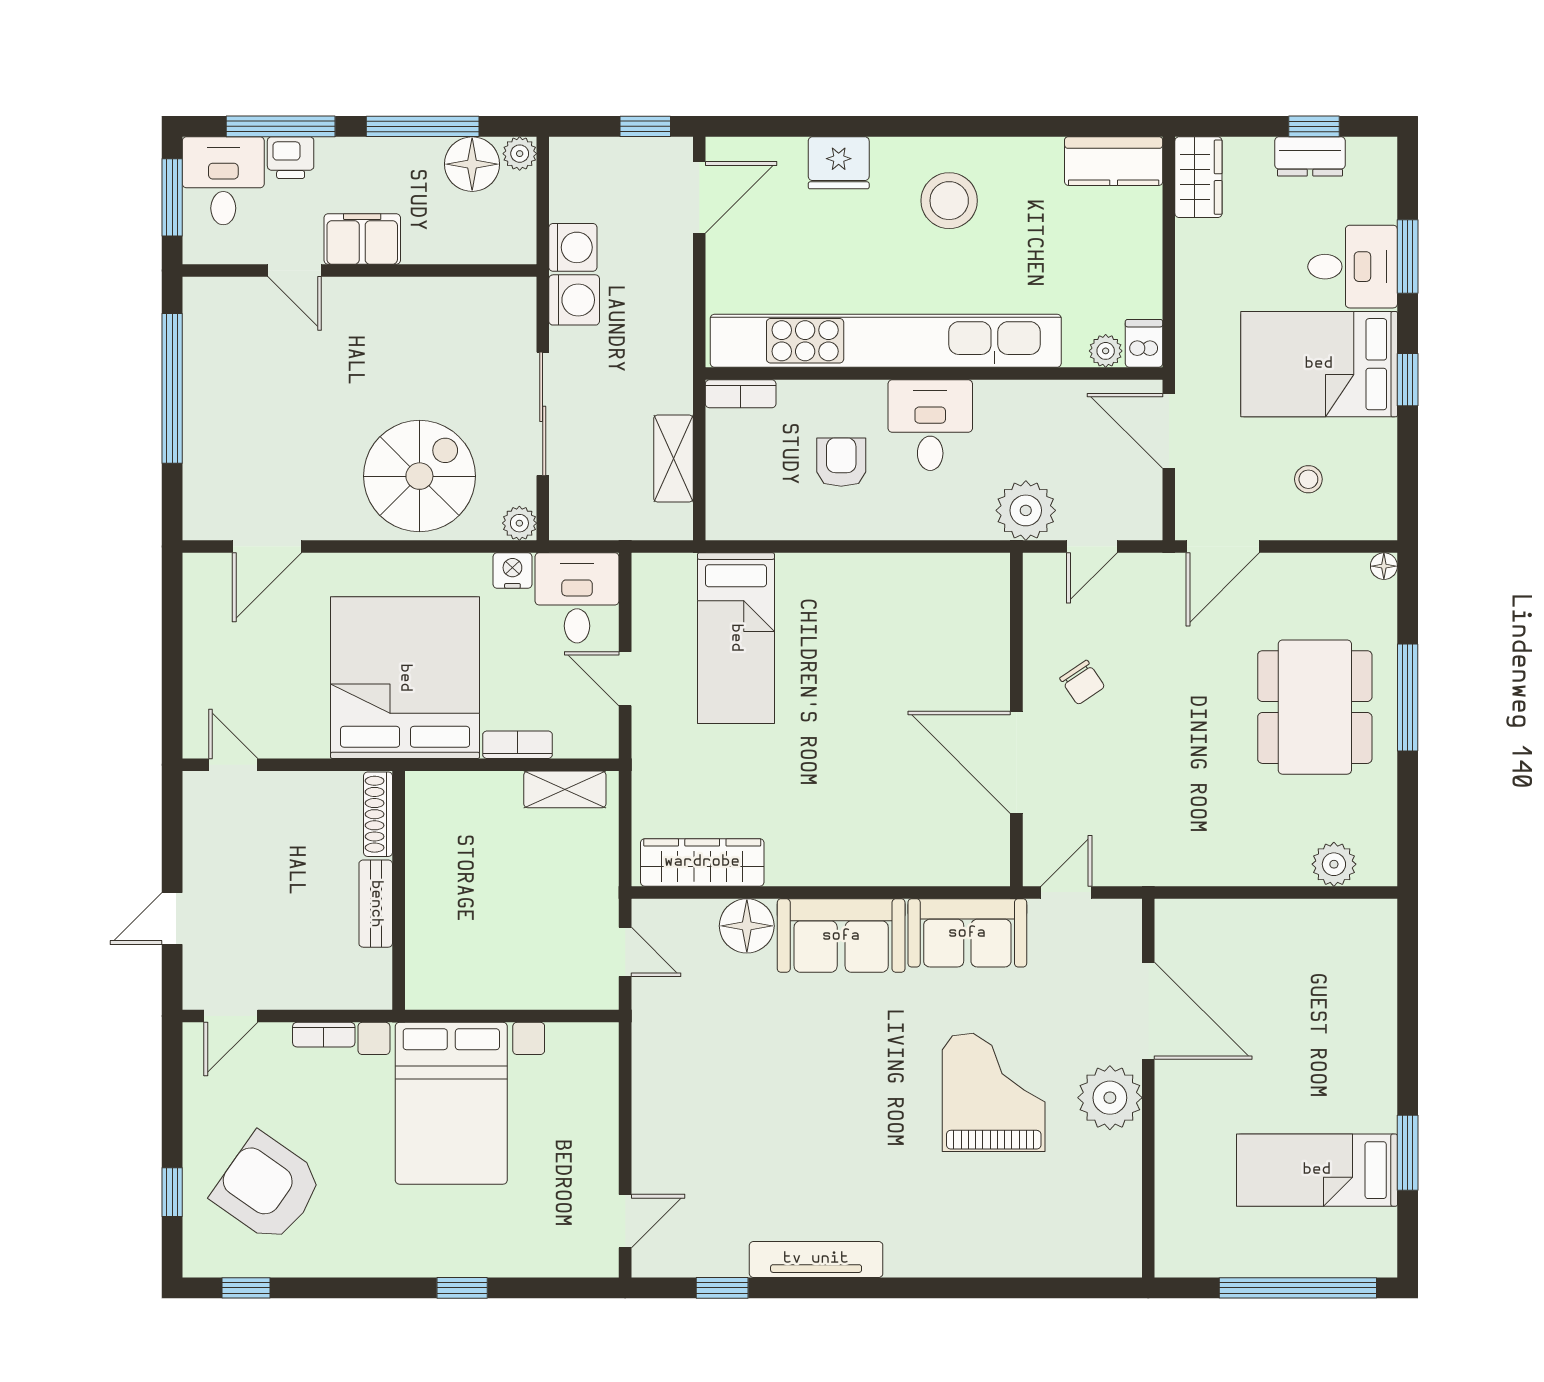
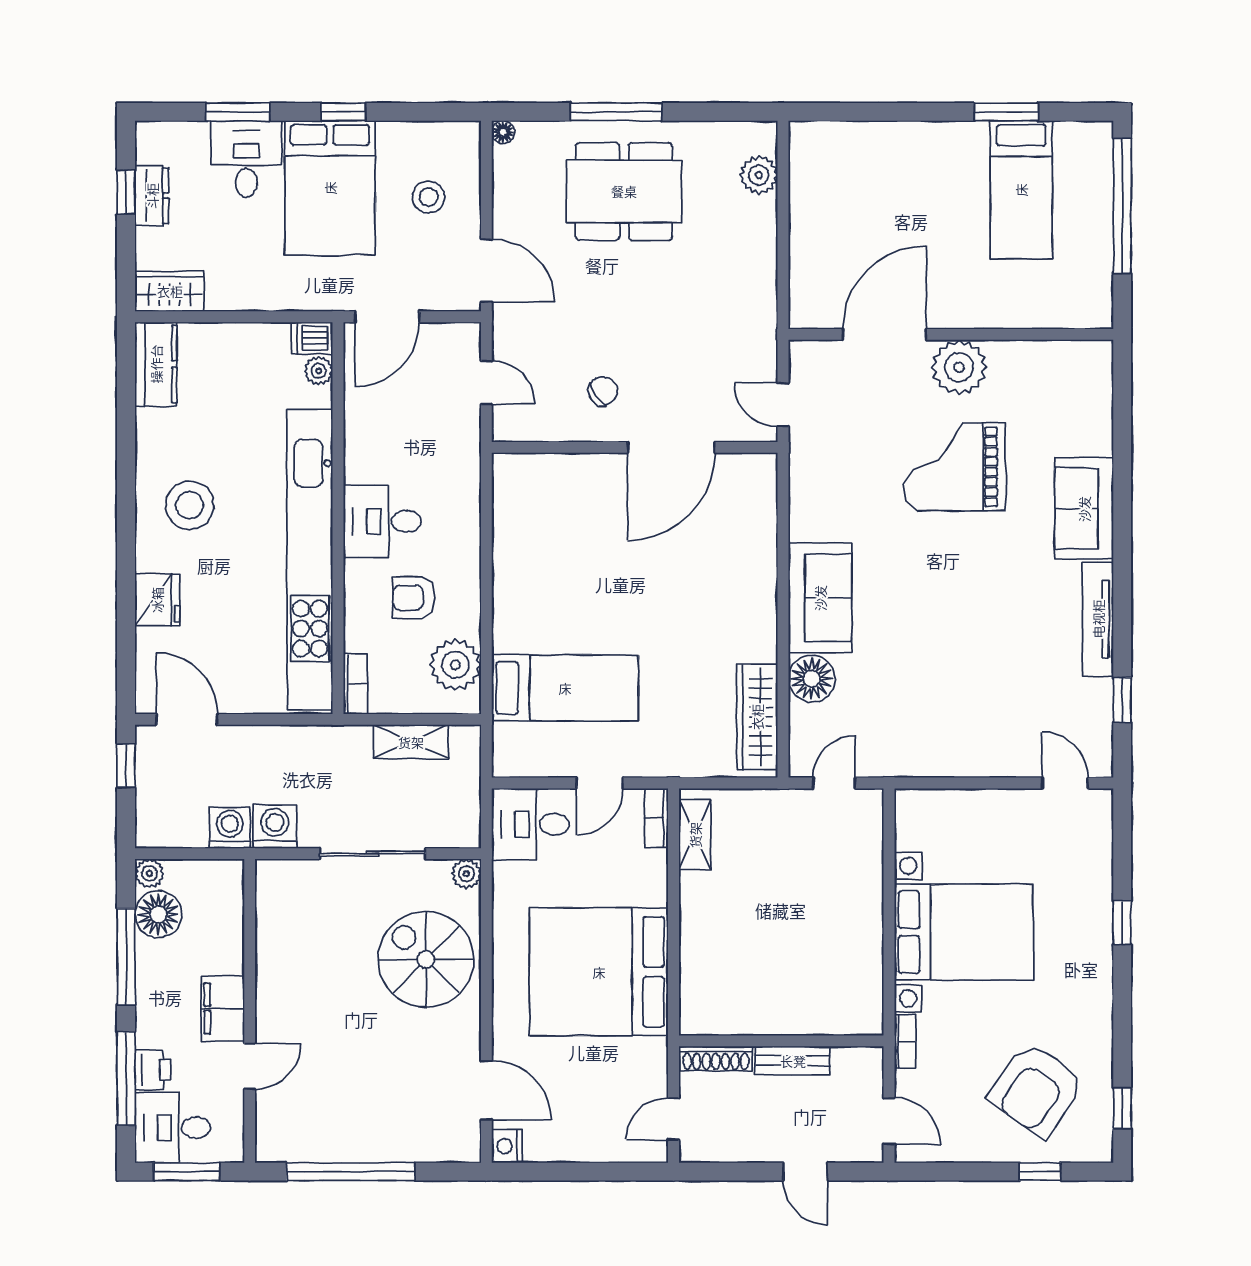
stool: (1308, 479) -> (429, 197), width x1.37, depth x1.37
plant: (1026, 510) -> (455, 665), moved
nightstand: (512, 571) -> (507, 1146), moved
bookcase: (518, 745) -> (656, 818), moved
shoe rack: (378, 814) -> (716, 1059), moved
wall: (399, 890) -> (781, 1041), moved
bench: (376, 904) -> (793, 1061), moved
sofa: (967, 933) -> (1084, 509), moved, turned 180

